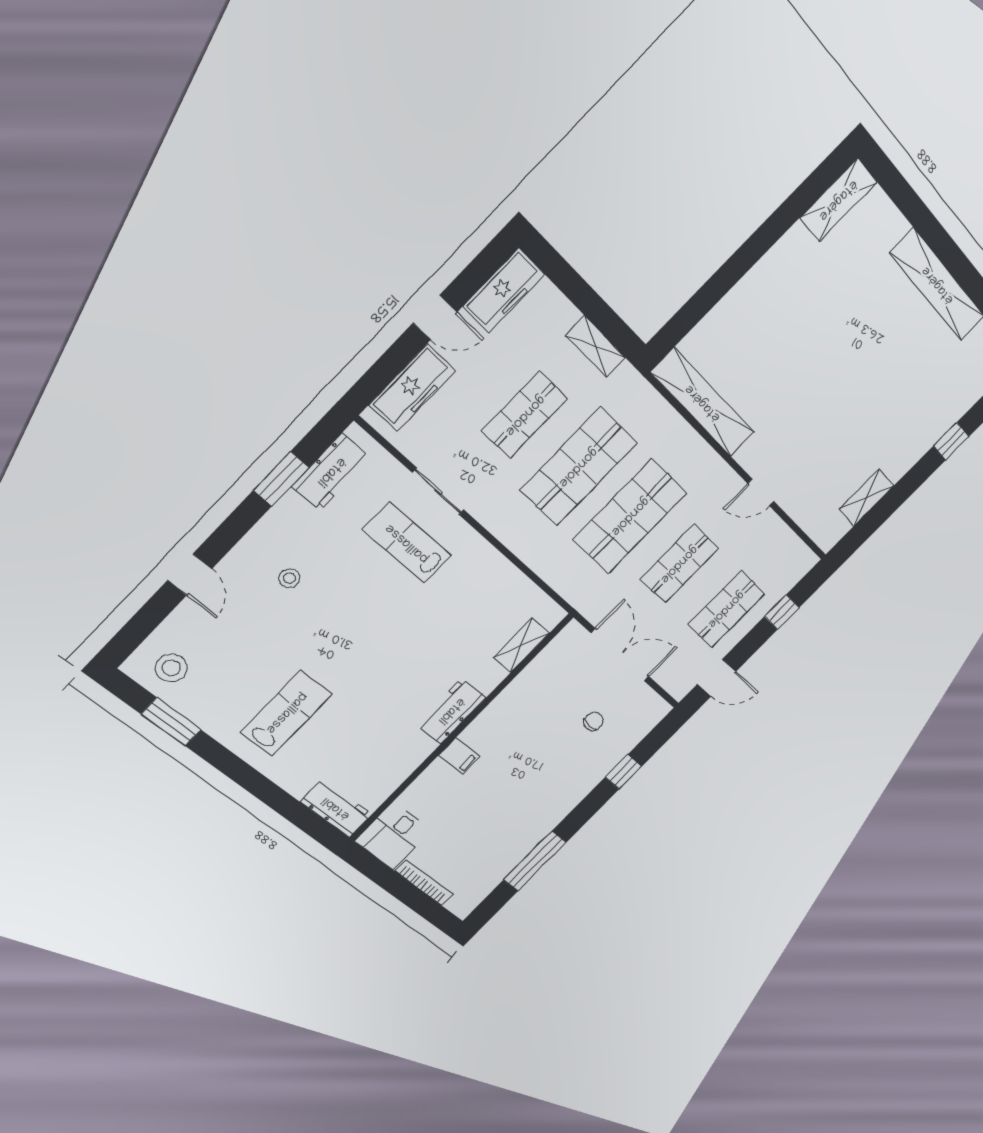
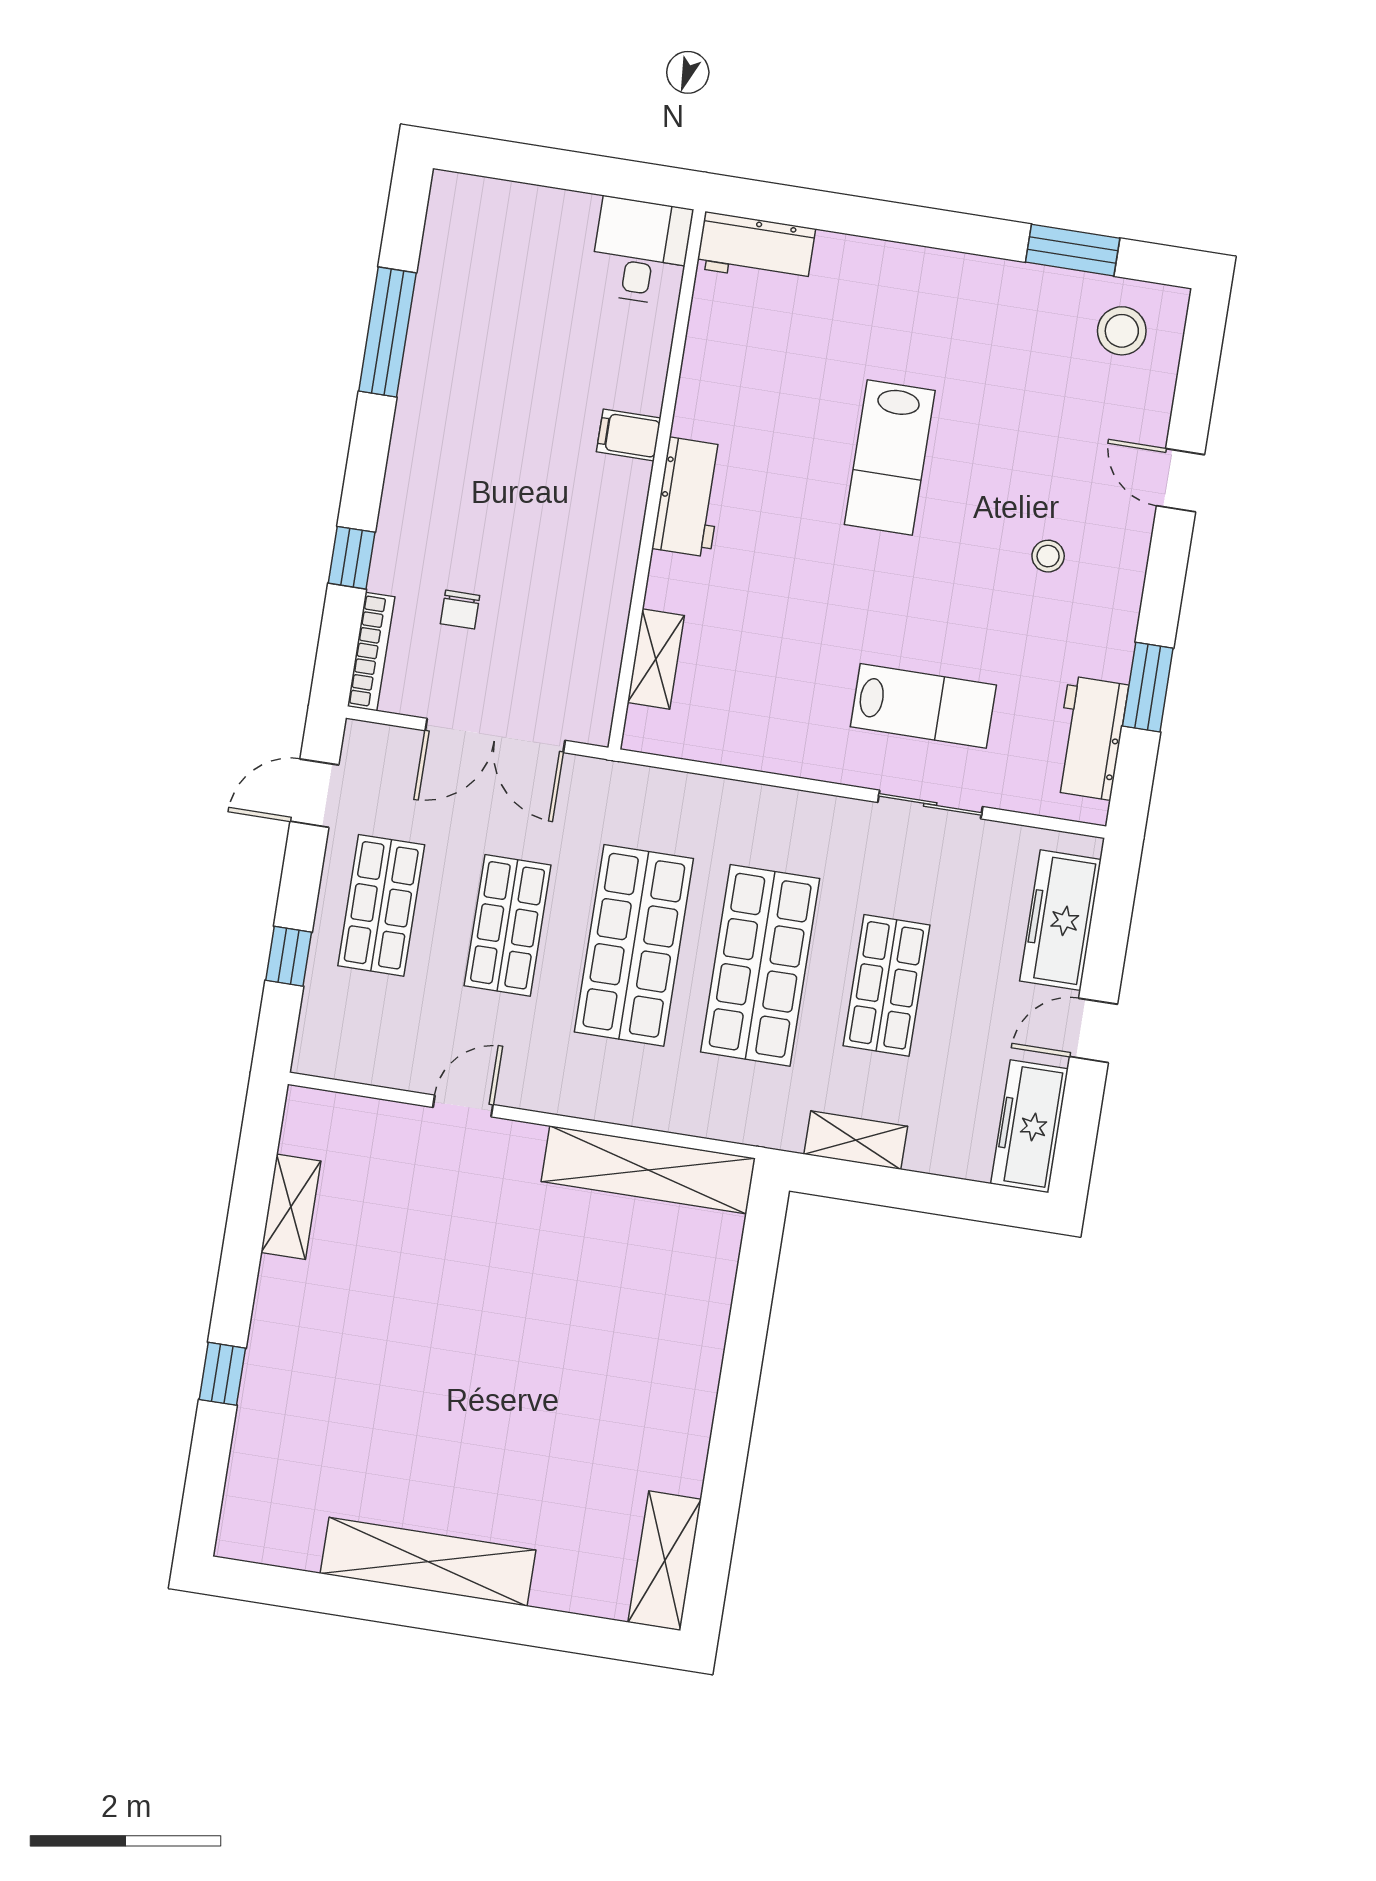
lab bench: (286, 713) -> (890, 457), moved
bookcase: (424, 882) -> (371, 652), moved, turned -90

